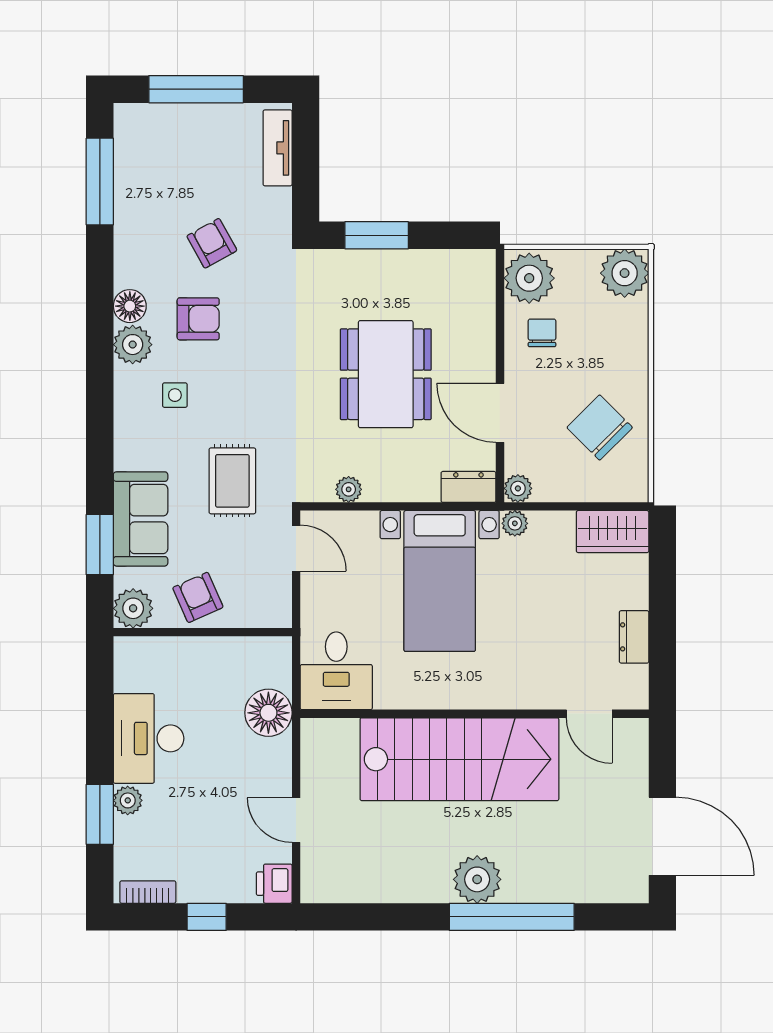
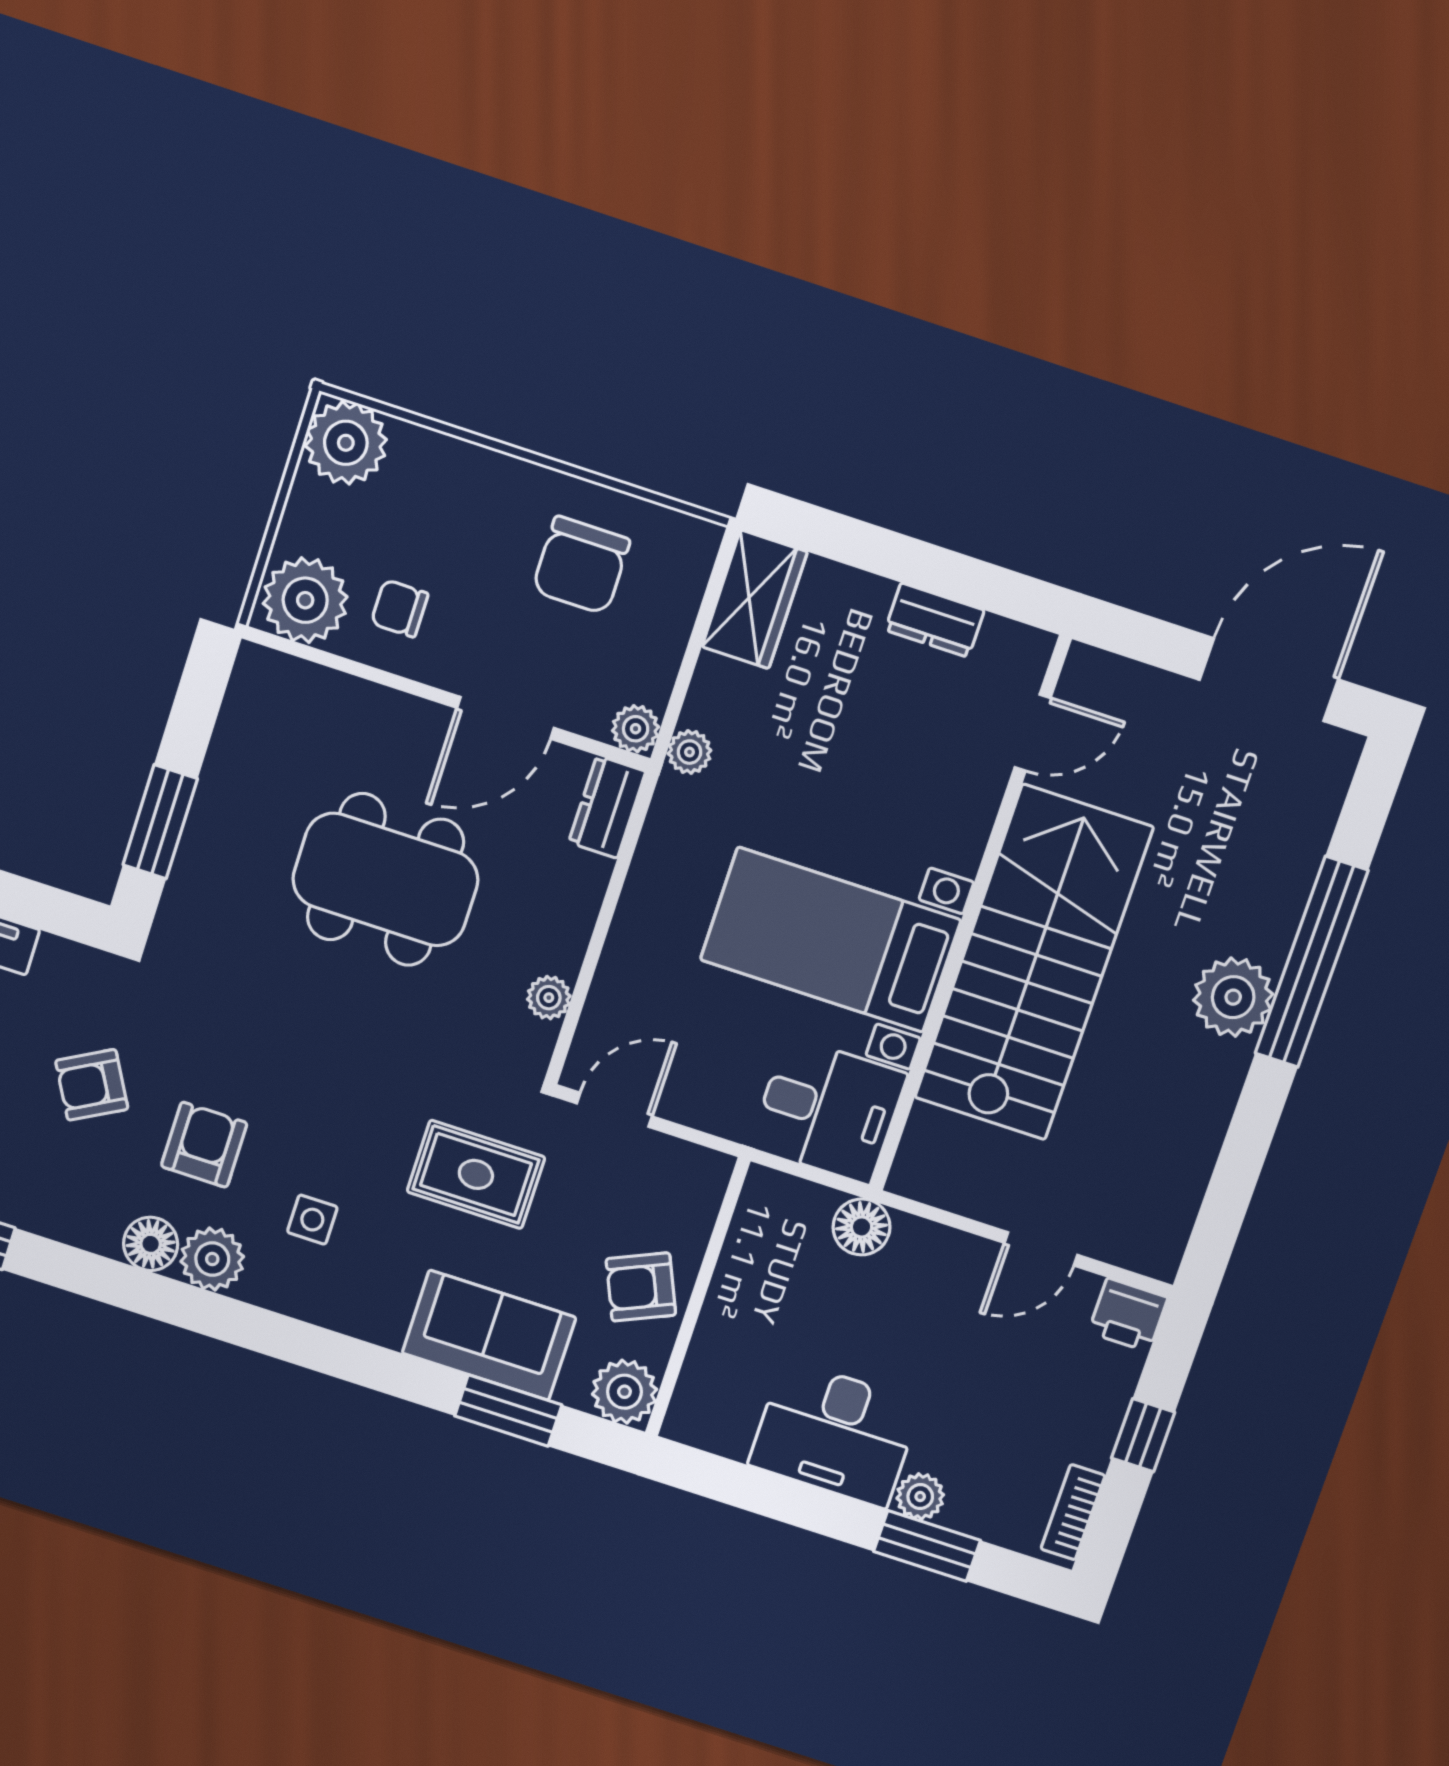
chair: (600, 428) -> (581, 565), turned -45
bed with nightstands: (440, 581) -> (831, 940), moved, turned 180
floor lamp: (268, 713) -> (862, 1227), width x0.73, depth x0.73

